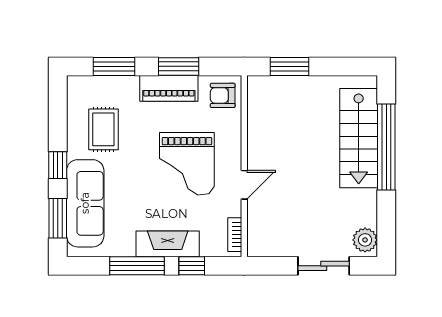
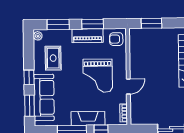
plant: (75, 87) -> (38, 36), added

